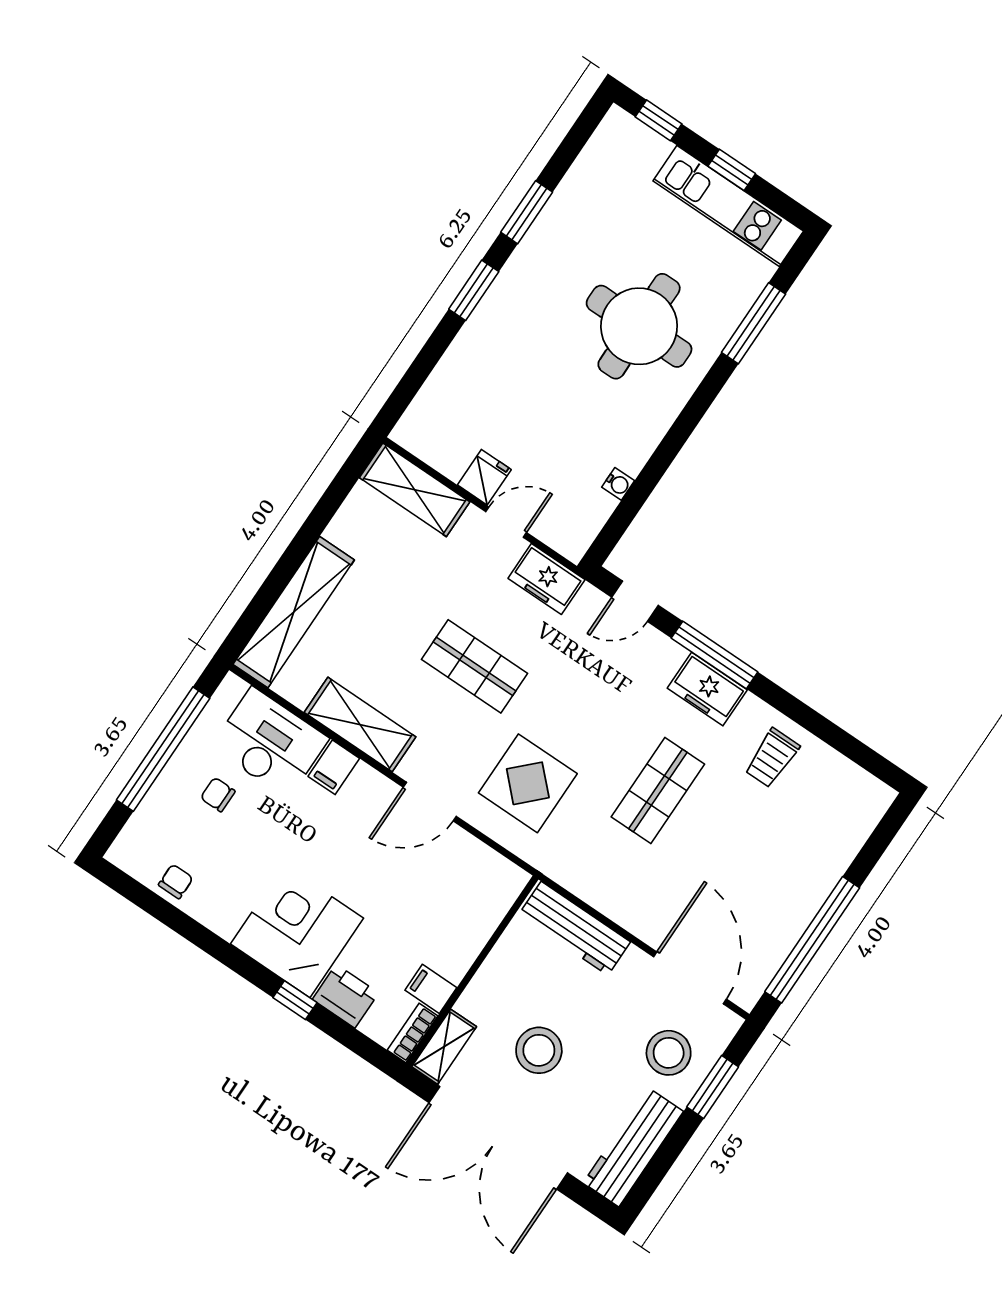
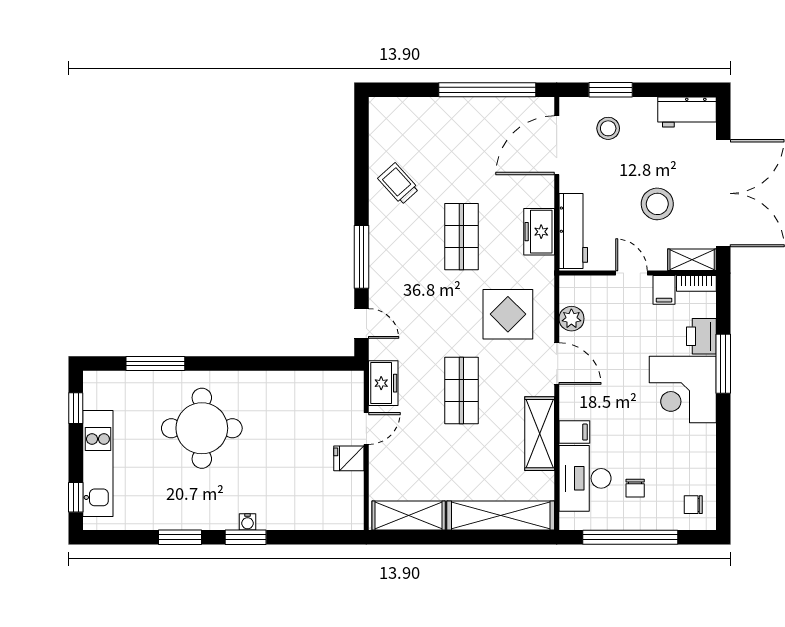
window: (732, 170) -> (76, 408), moved
kitchen unit: (728, 206) -> (98, 463), moved
water cooler: (618, 484) -> (247, 522), moved, turned 180
shelving: (415, 490) -> (409, 516), moved, turned 90
door: (506, 522) -> (366, 428), swing flipped
freezer: (707, 689) -> (539, 232), moved, turned 180
trolley: (772, 758) -> (398, 184), turned -132
shop shelf: (658, 791) -> (461, 237), turned 90
plant: (471, 856) -> (571, 319), added
chair: (176, 881) -> (693, 505), moved
door: (477, 964) -> (631, 273), added
window: (295, 1000) -> (723, 364), width x2.17
stool: (669, 1053) -> (608, 128), width x0.73, depth x0.73
workbench: (633, 1147) -> (687, 112), width x0.73

